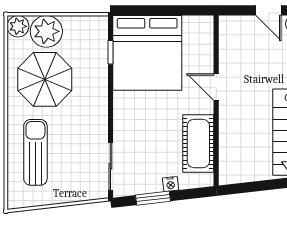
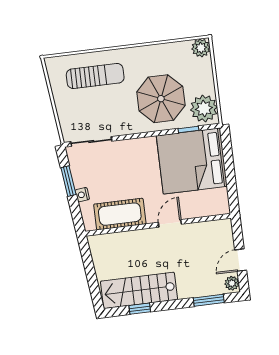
plant: (46, 31) -> (204, 108), moved
parasol: (45, 79) -> (161, 99), moved

